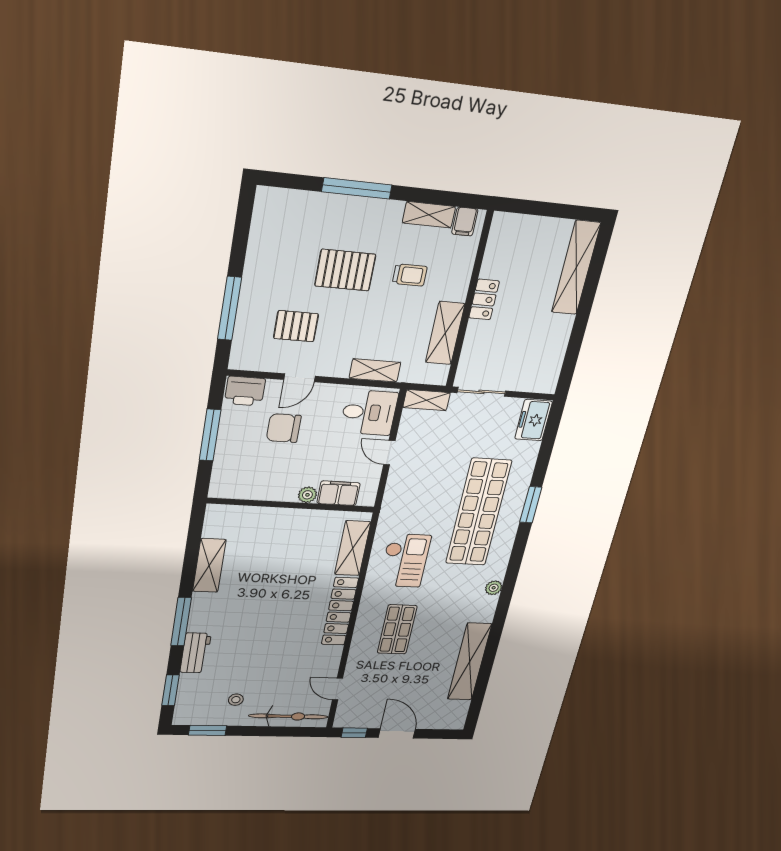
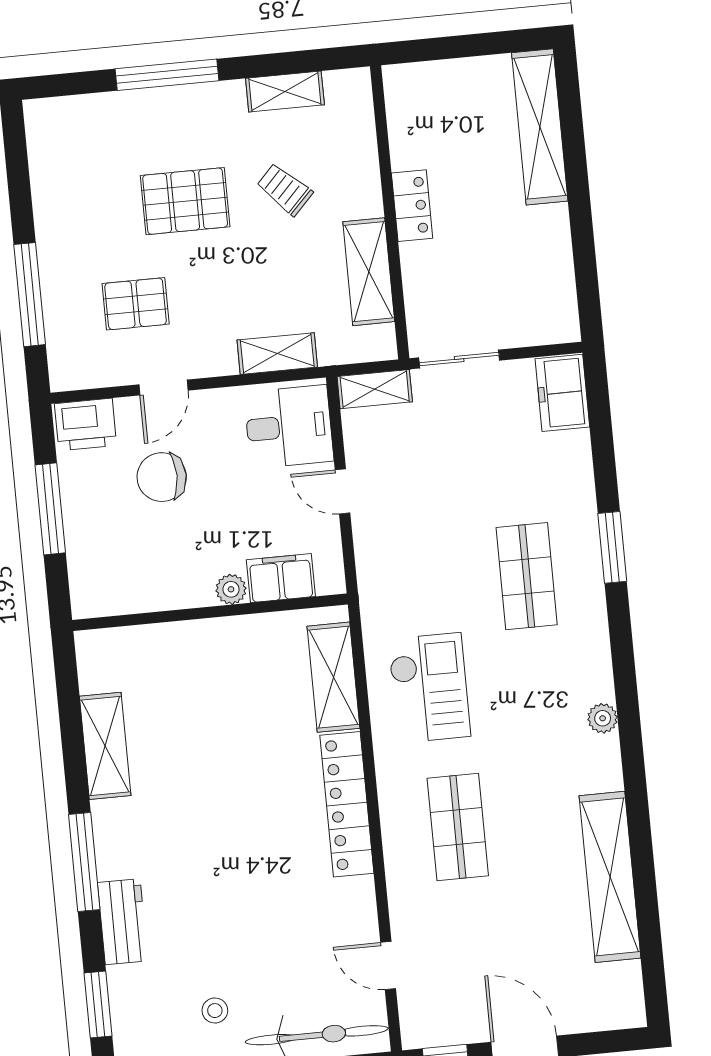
filing cabinet: (465, 222) -> (342, 91), removed
trolley: (410, 275) -> (285, 189), turned -136
shop shelf: (478, 512) -> (527, 576), width x0.50, depth x0.74

